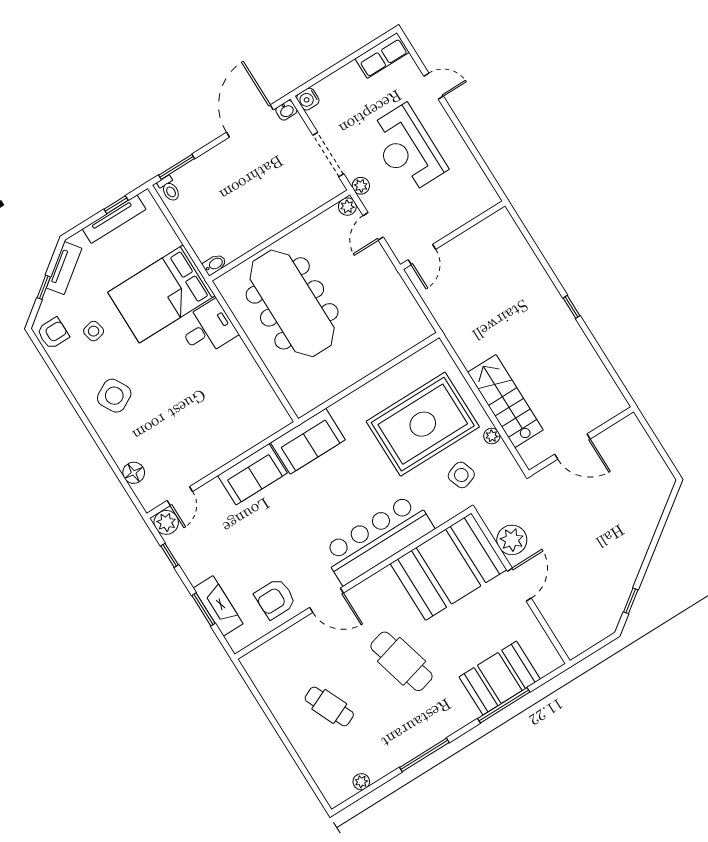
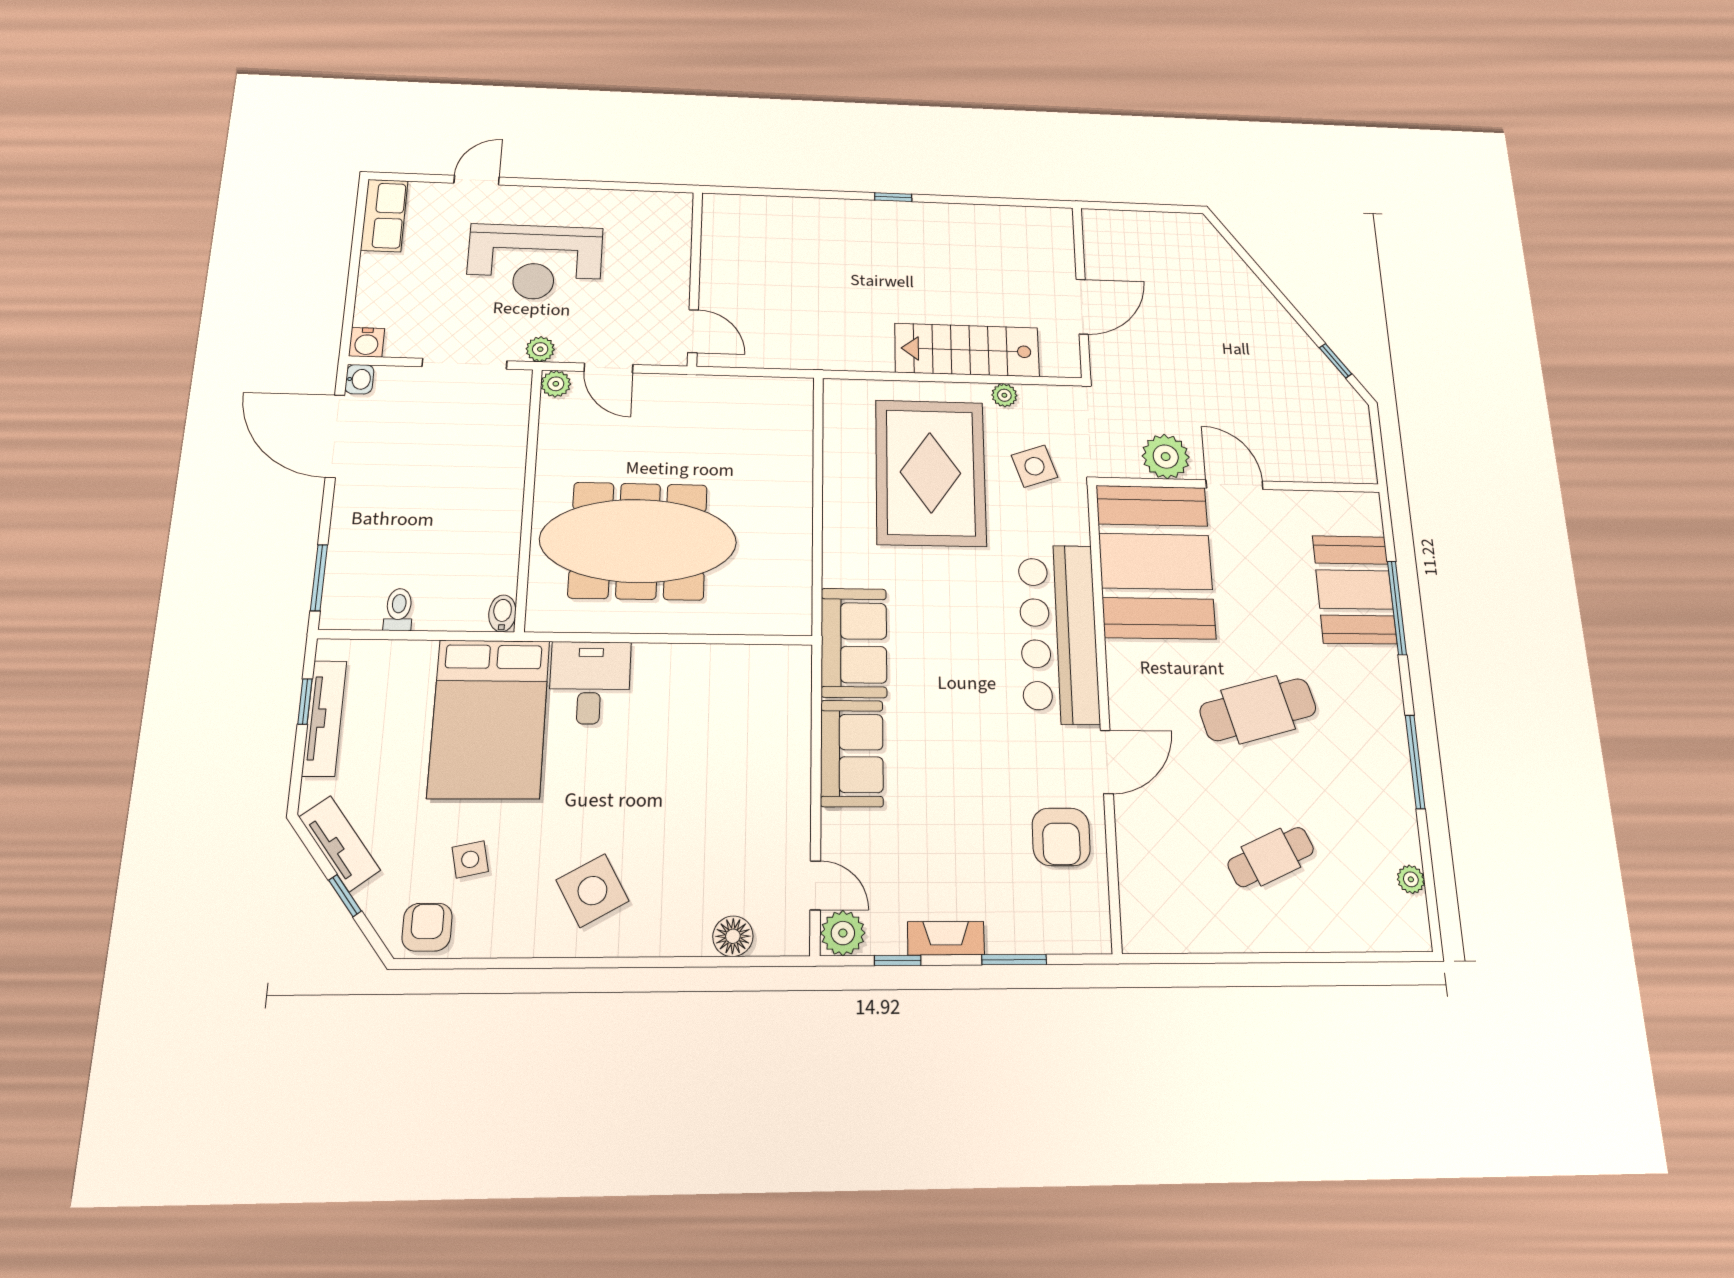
toilet: (169, 189) -> (399, 610), moved, turned -90
fireplace: (218, 606) -> (946, 938), moved, width x0.73, depth x0.76

